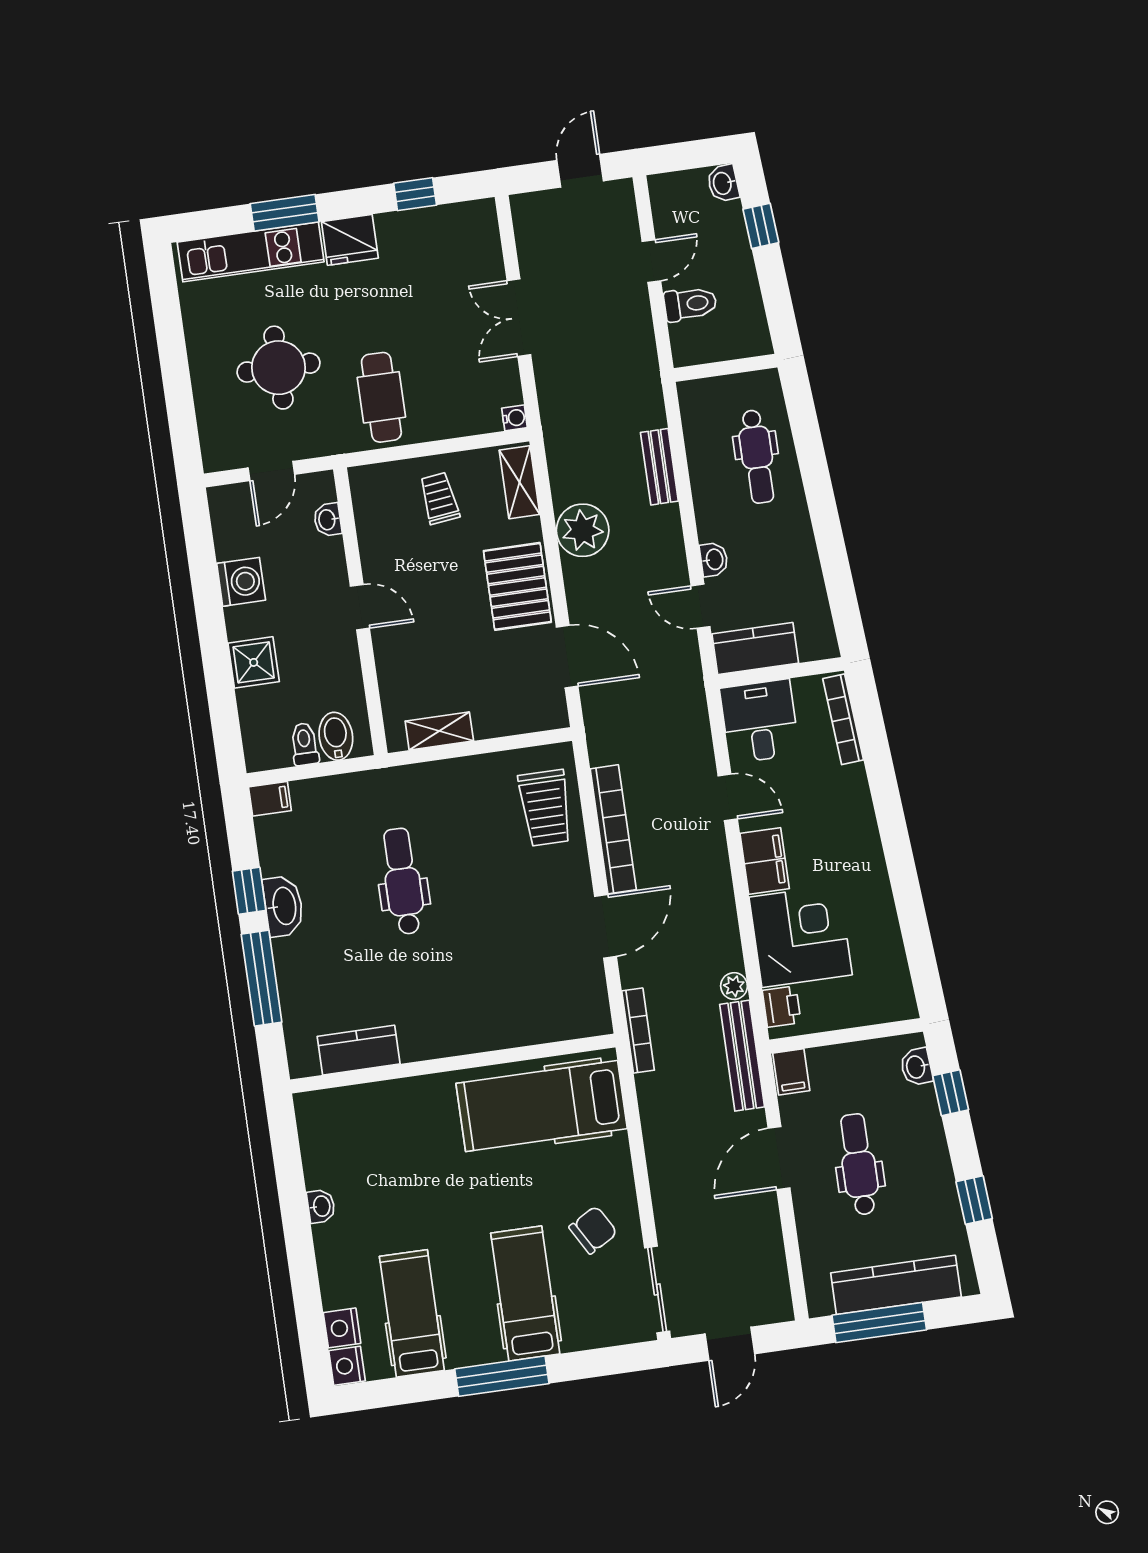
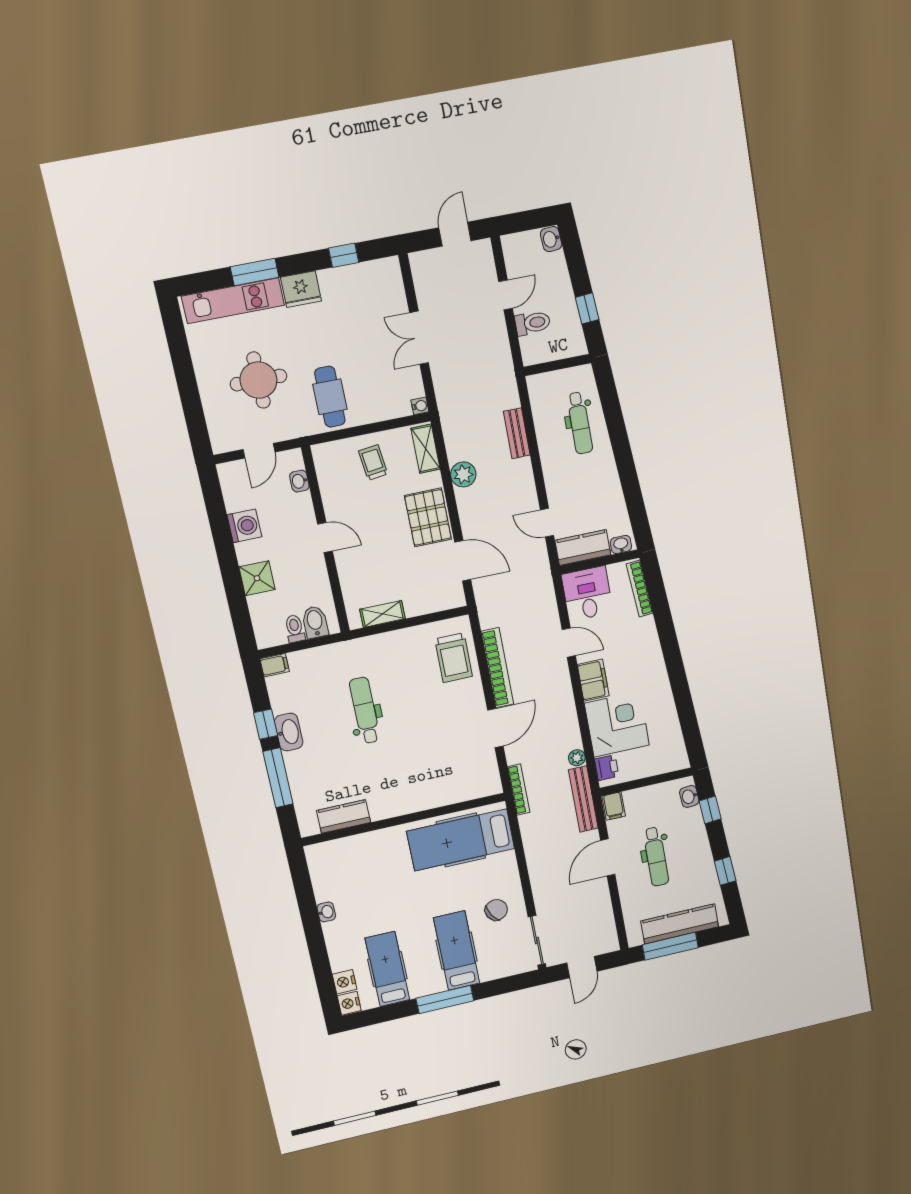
window: (761, 226) -> (587, 308), moved
plant: (583, 530) -> (463, 474), width x0.73, depth x0.73
washbasin: (714, 559) -> (621, 544), moved, turned -90
dental chair: (859, 1164) -> (656, 857), turned 180

